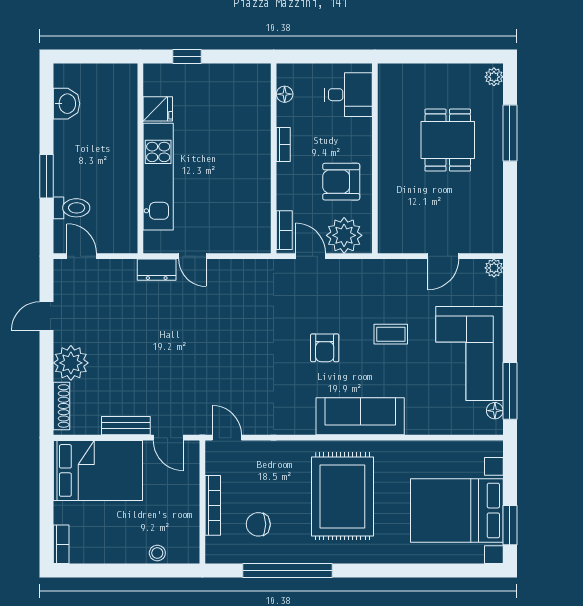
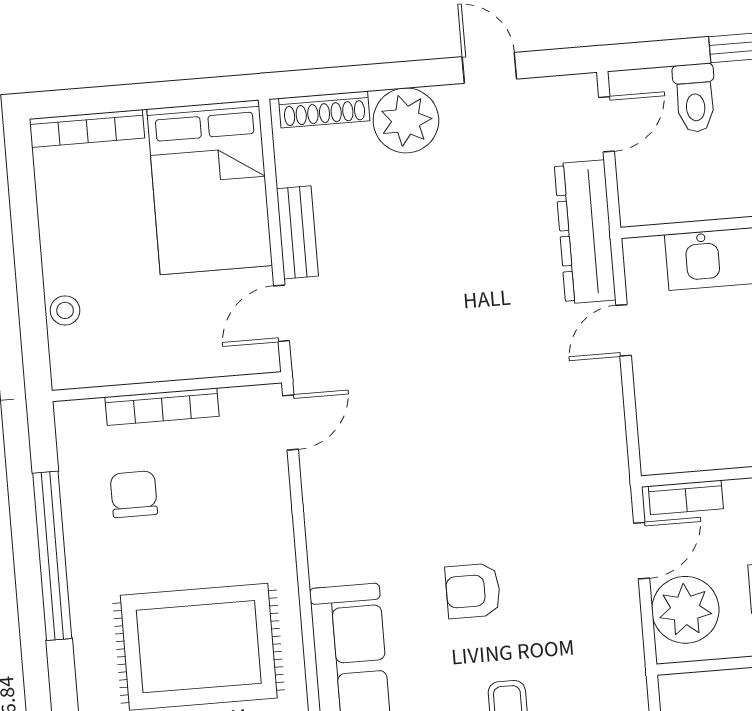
dresser: (157, 270) -> (585, 232), width x1.96, depth x1.24
bookcase: (61, 544) -> (87, 128), width x1.56

